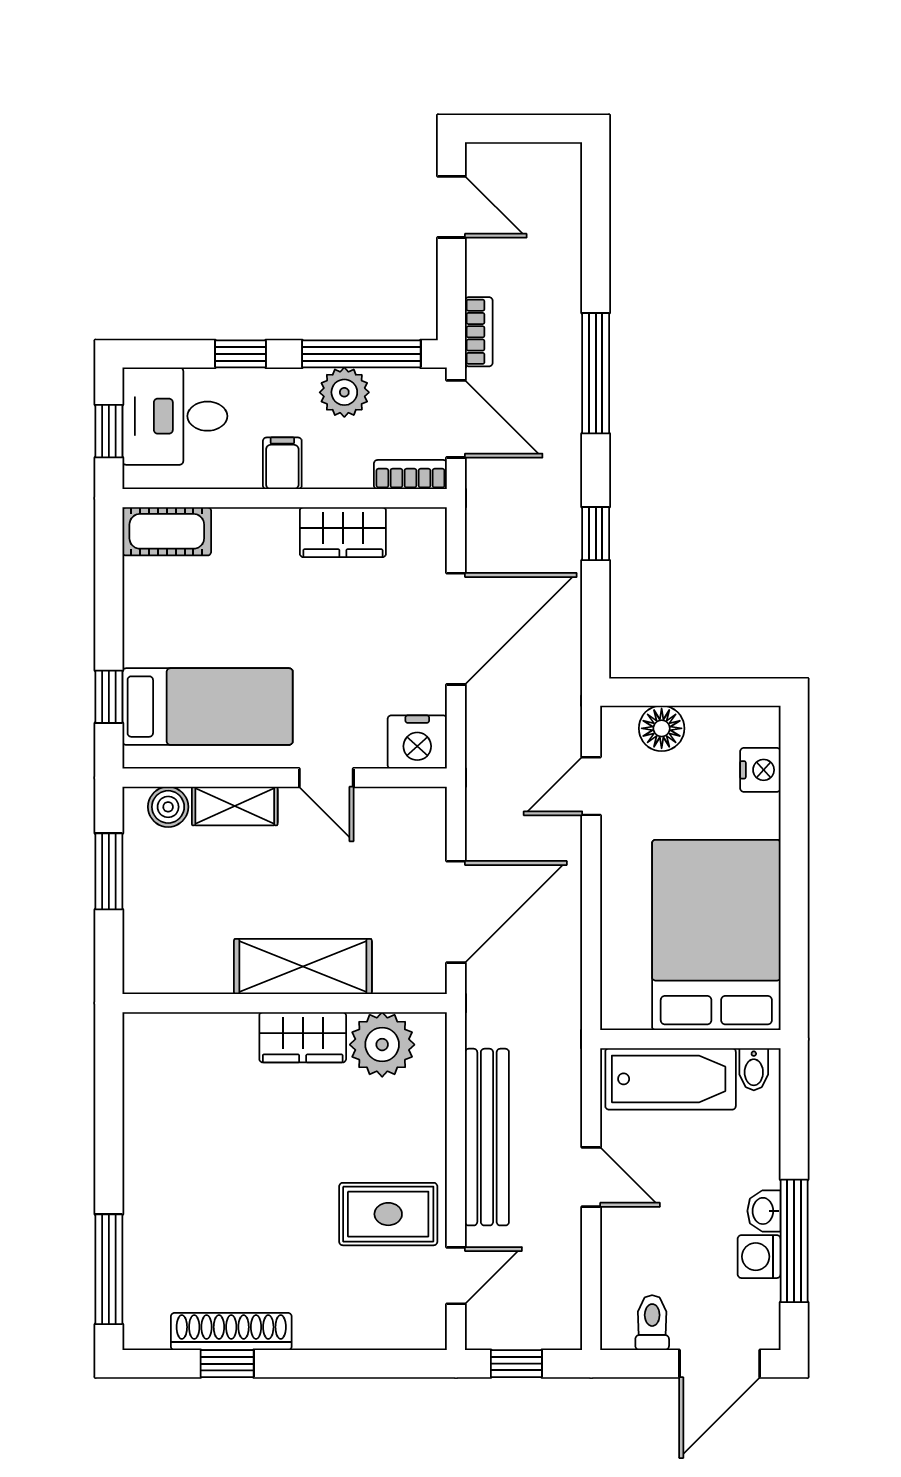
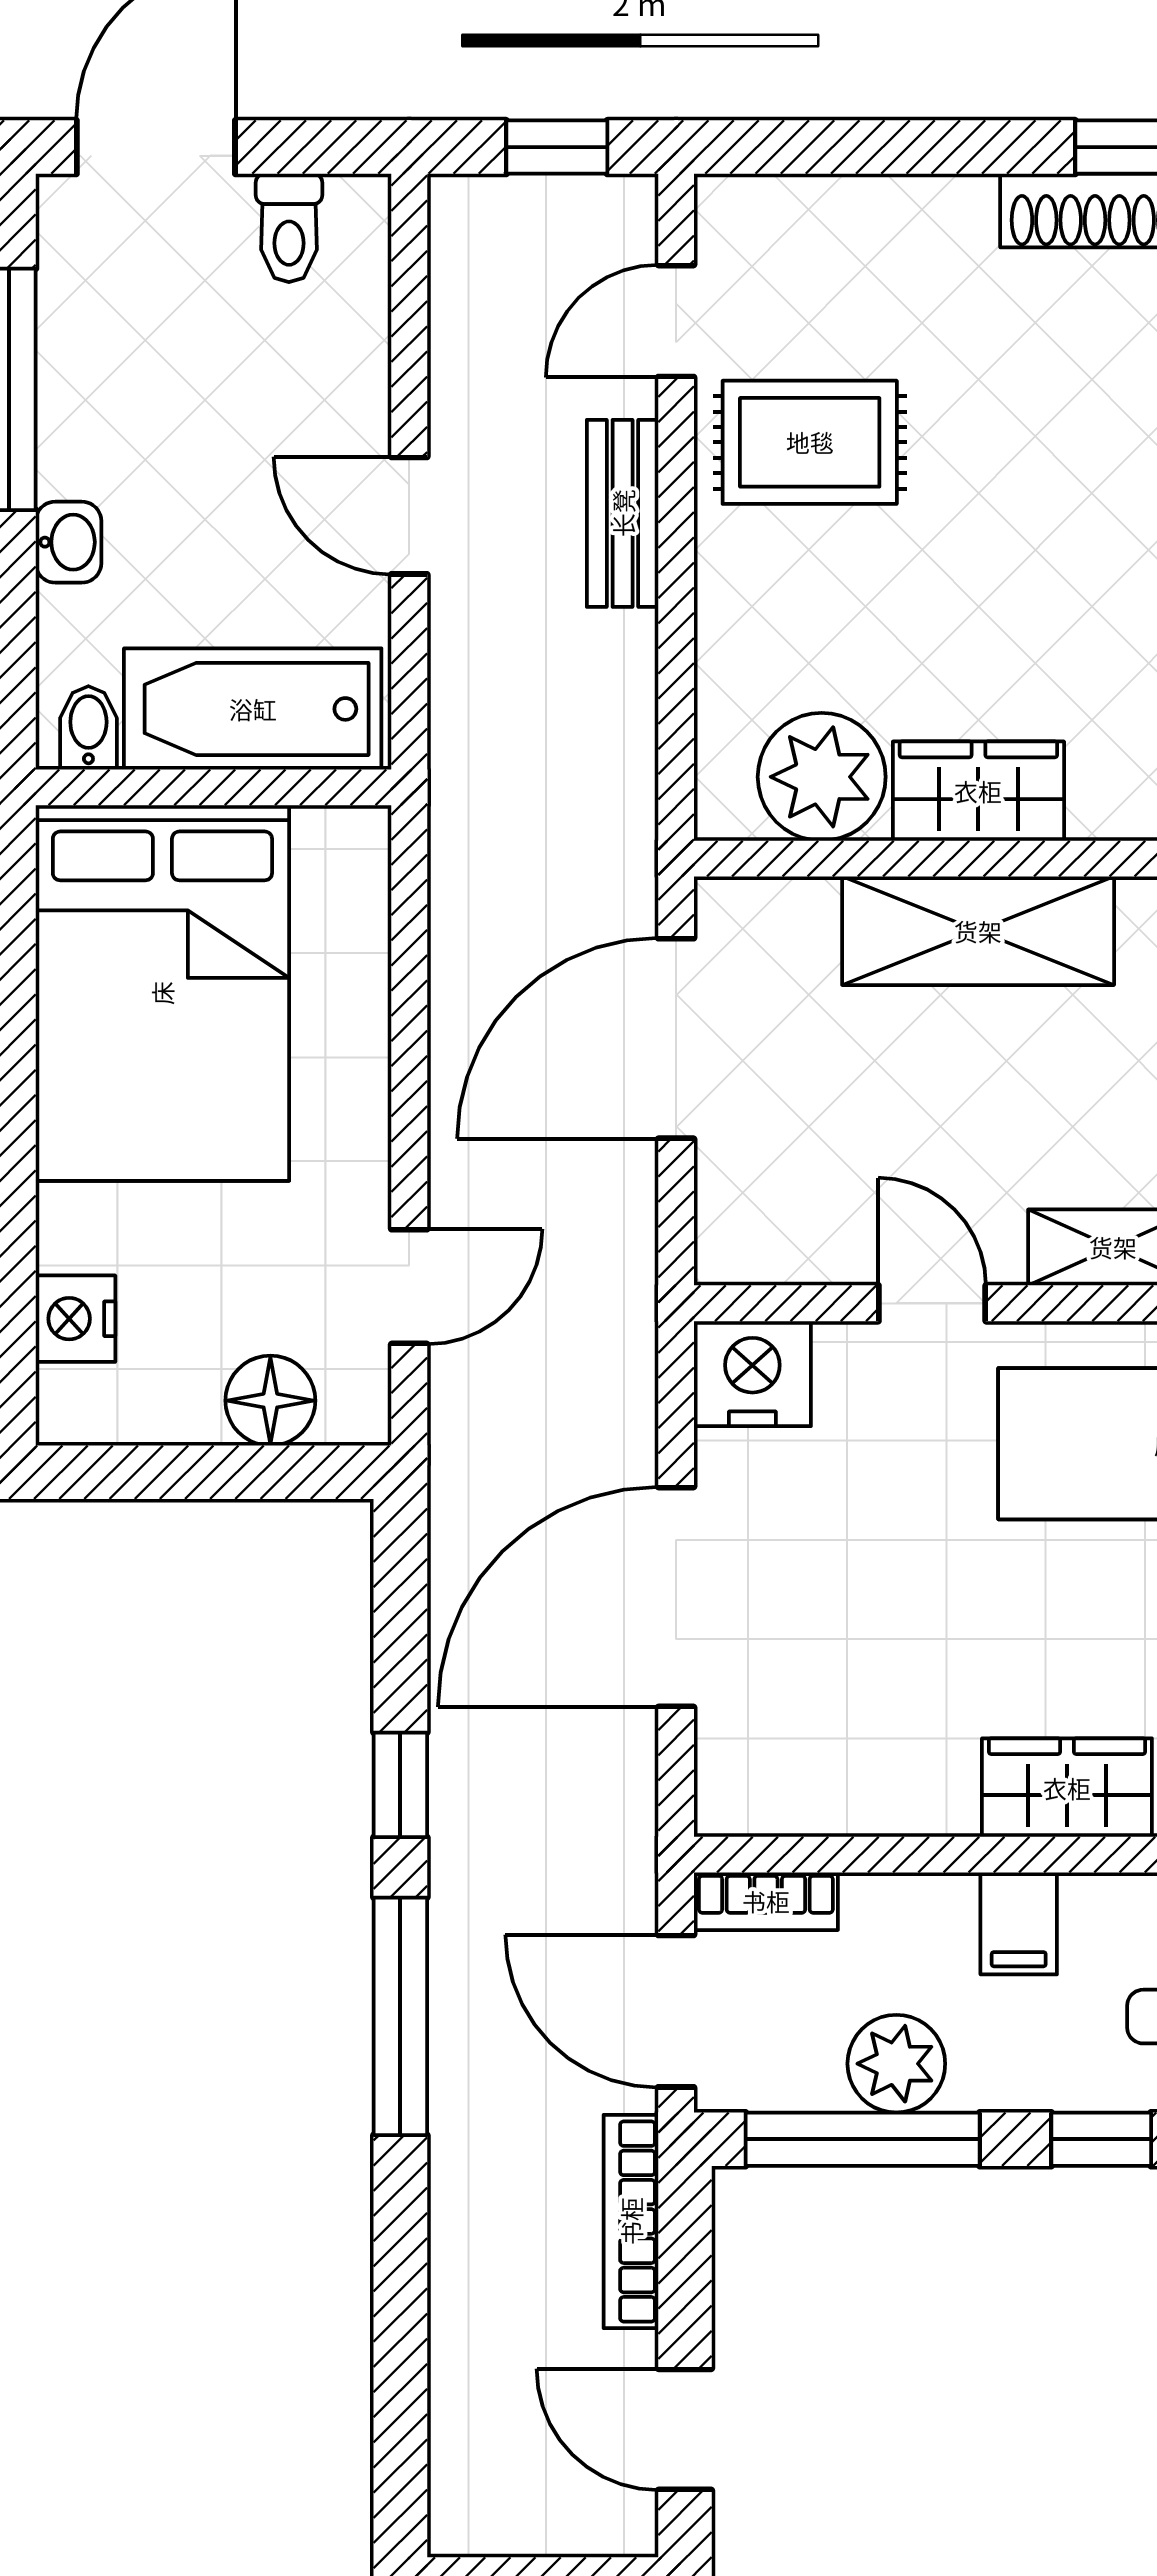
bookcase: (479, 332) -> (631, 2221), width x1.56
window: (596, 373) -> (400, 2016), moved
wardrobe: (343, 532) -> (1067, 1788), moved
bench: (487, 1137) -> (623, 513), width x0.54, depth x0.82
washbasin: (764, 1211) -> (69, 542), moved
washing machine: (759, 1257) -> (78, 358), removed

